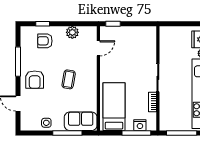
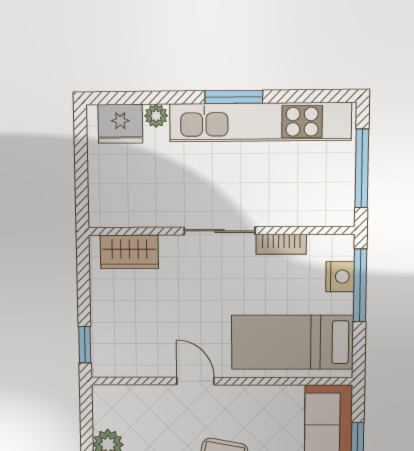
wardrobe: (150, 42) -> (129, 252), added
door: (98, 48) -> (195, 381), moved

